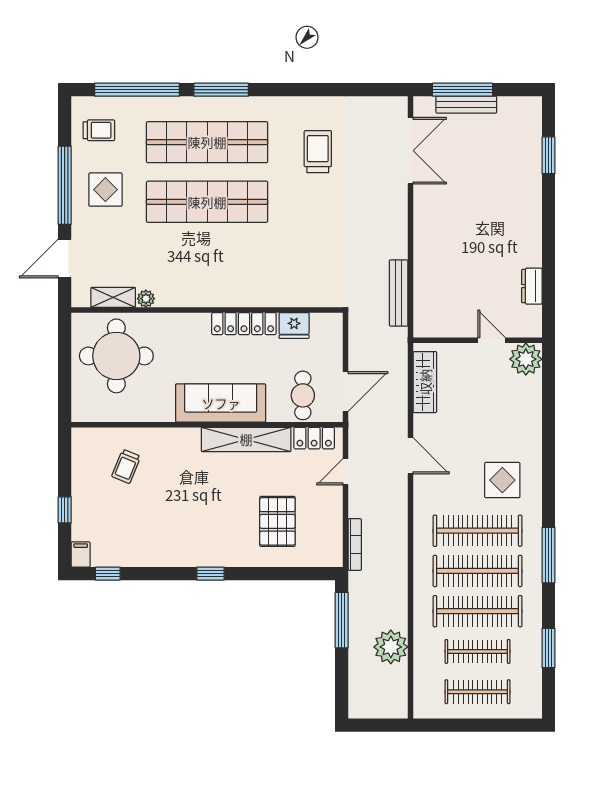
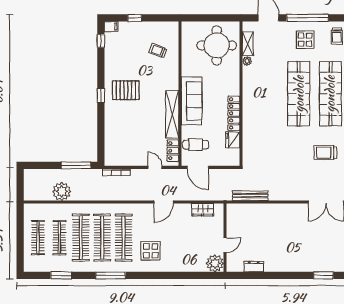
trolley: (318, 152) -> (325, 153), turned 180
wardrobe: (425, 382) -> (203, 210), width x0.67
pallet: (277, 521) -> (126, 90), moved

